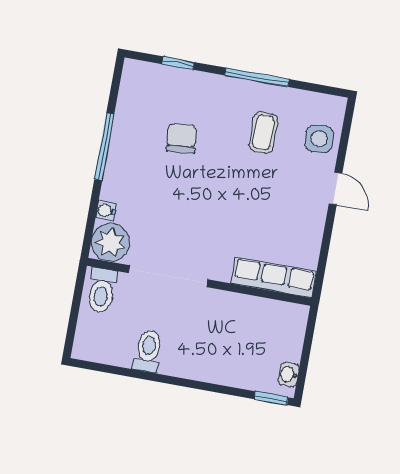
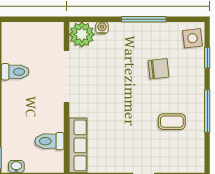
side table: (319, 139) -> (192, 38), moved
toilet: (102, 290) -> (49, 141), moved

